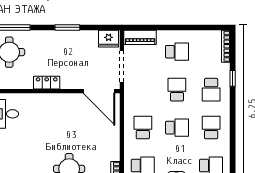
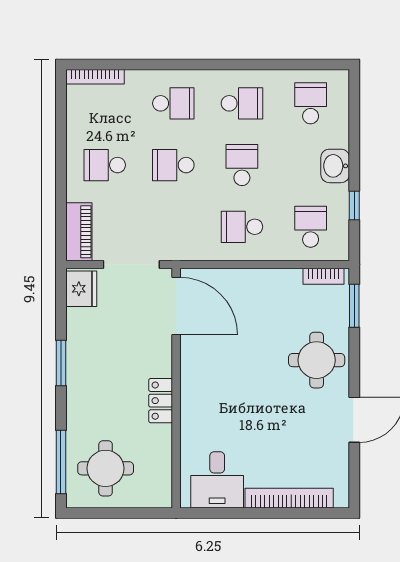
school desk: (177, 52) -> (105, 165), turned -90
window: (233, 78) -> (153, 64), removed
door: (99, 91) -> (176, 306), hinge flipped
school desk: (211, 128) -> (242, 103), turned 180

